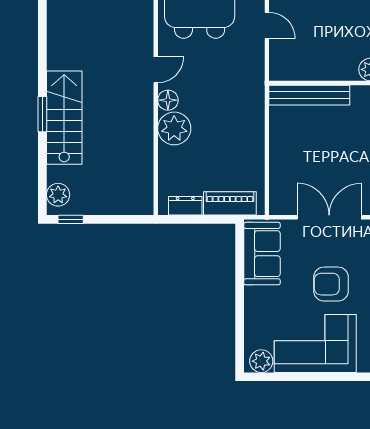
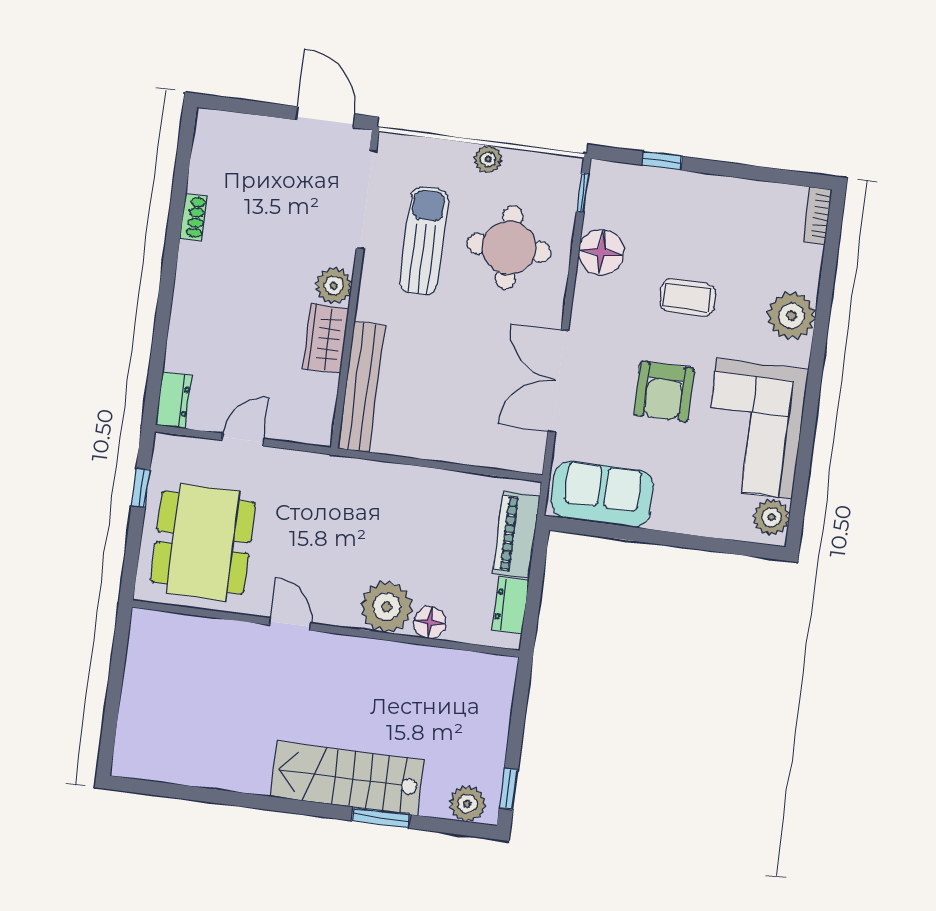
wardrobe: (337, 69) -> (326, 339), added
floor lamp: (168, 100) -> (430, 623), moved
window: (42, 114) -> (381, 818), moved

